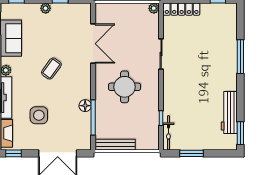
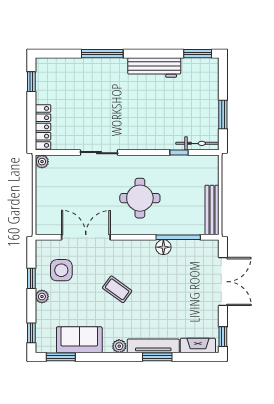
workbench: (229, 112) -> (154, 67), moved
side table: (39, 115) -> (61, 270), moved

